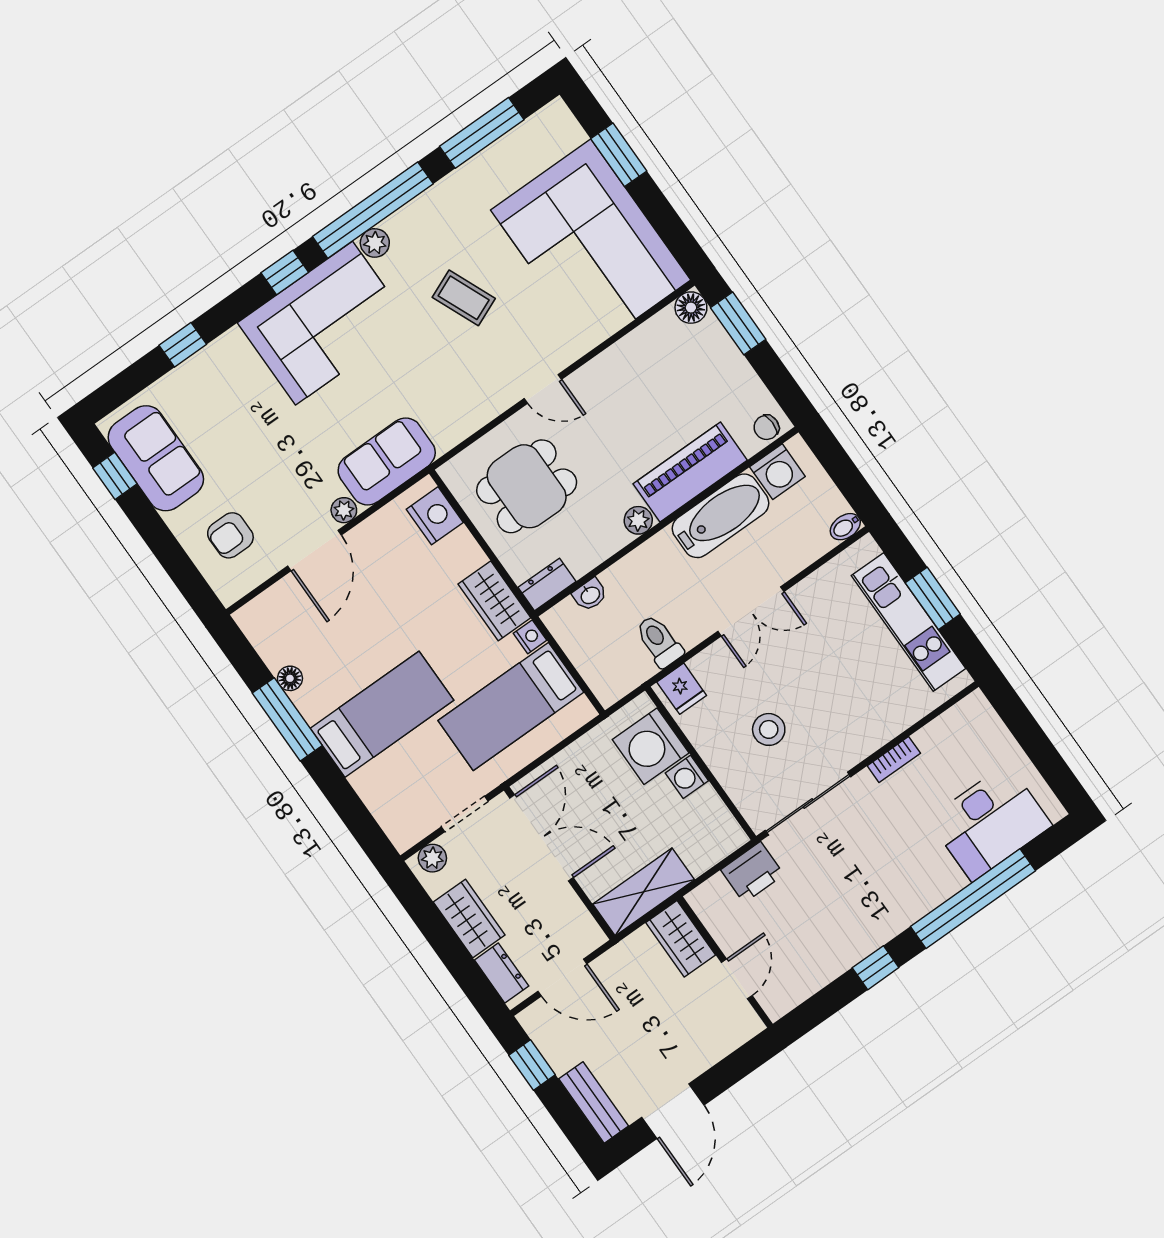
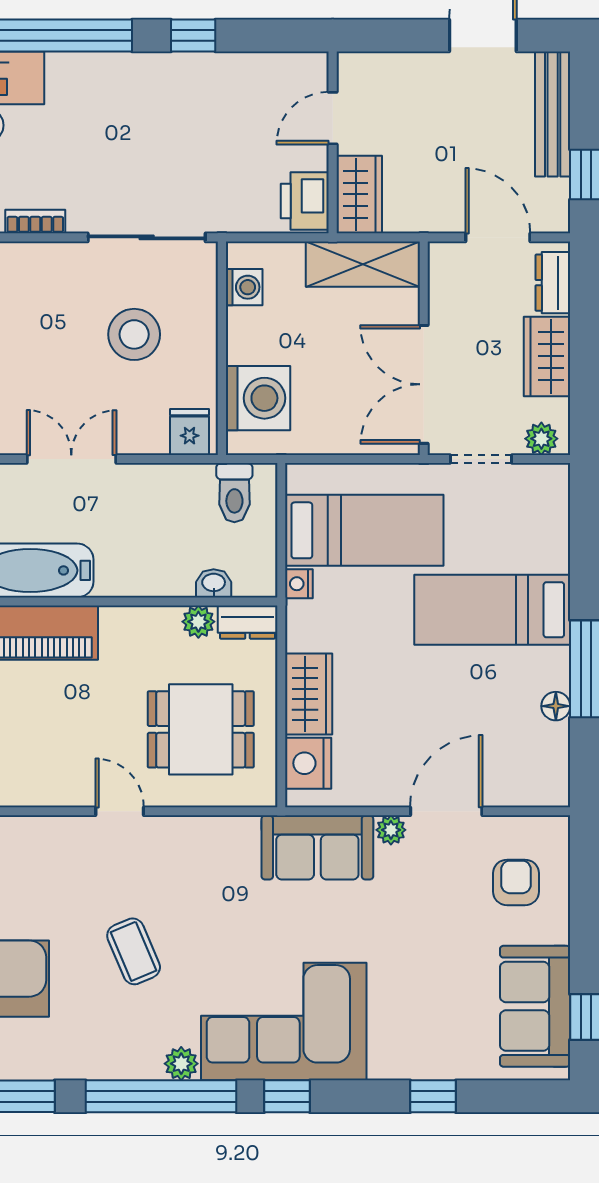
plant: (638, 520) -> (198, 622), moved
armchair: (230, 535) -> (516, 882), turned -90
wardrobe: (494, 601) -> (309, 694), moved
toilet: (659, 641) -> (234, 493), moved
stool: (769, 729) -> (134, 334), width x1.38, depth x1.38
washing machine: (687, 777) -> (244, 287), moved
printer: (752, 872) -> (305, 201), moved, turned -90
bench: (594, 1102) -> (553, 114), width x1.36

